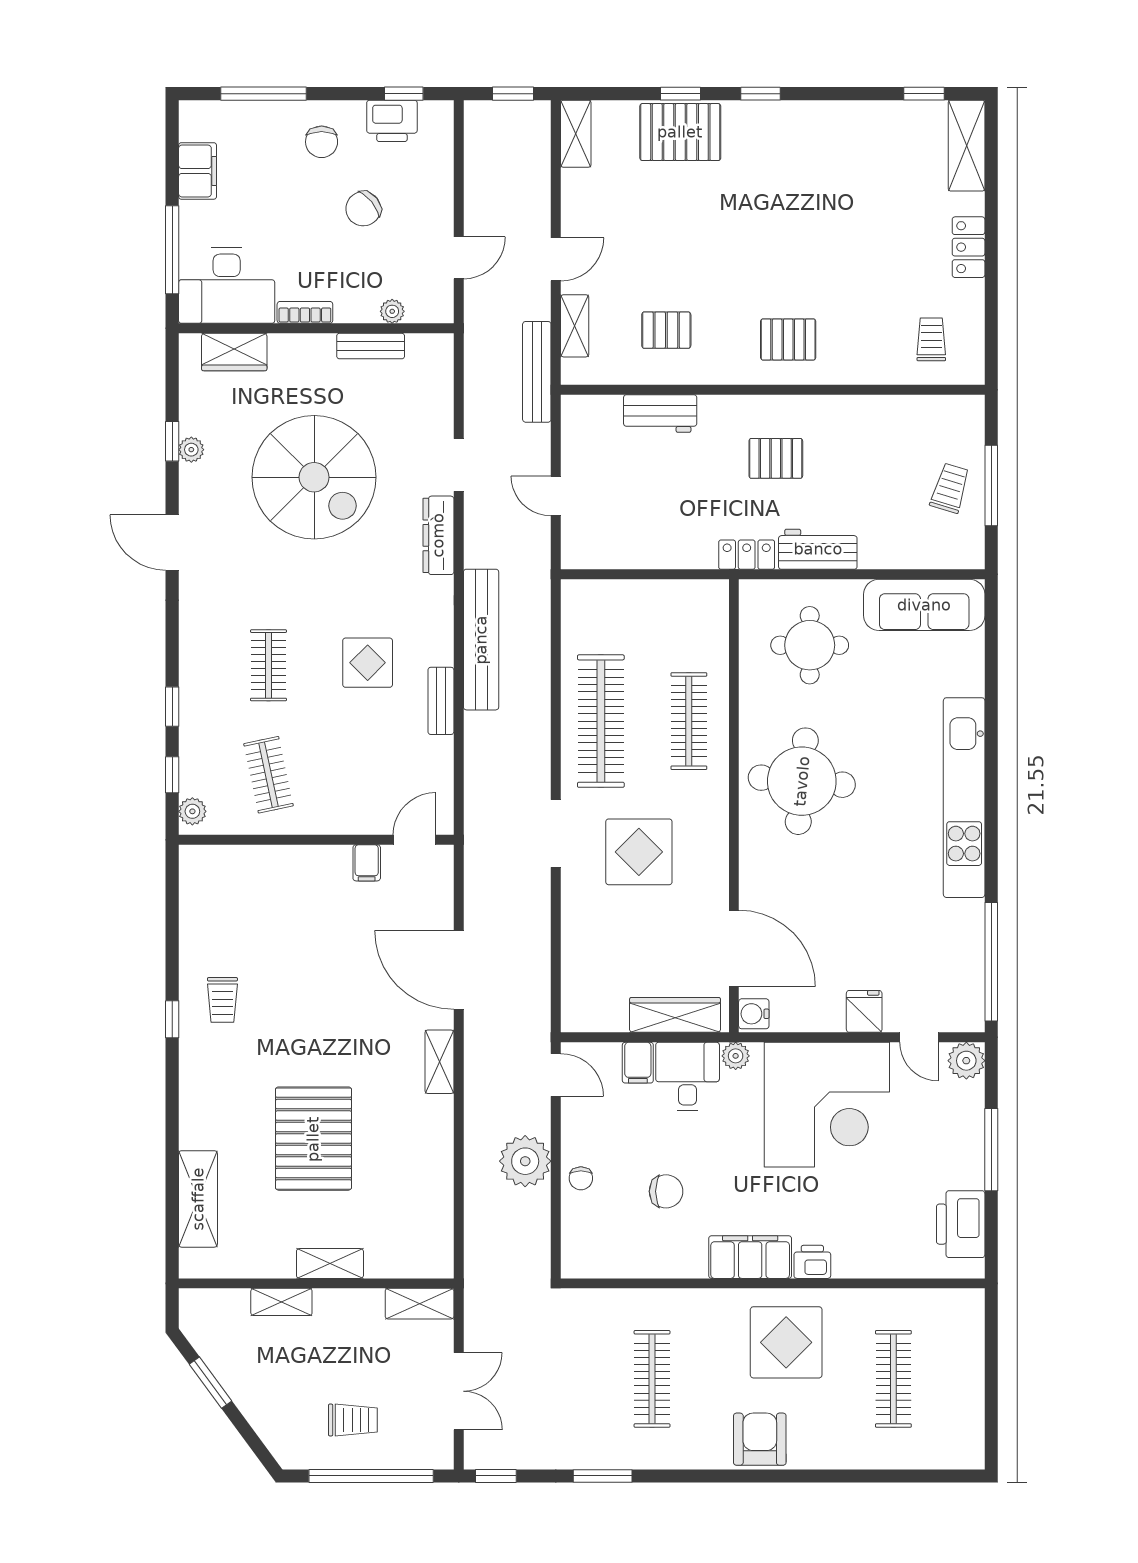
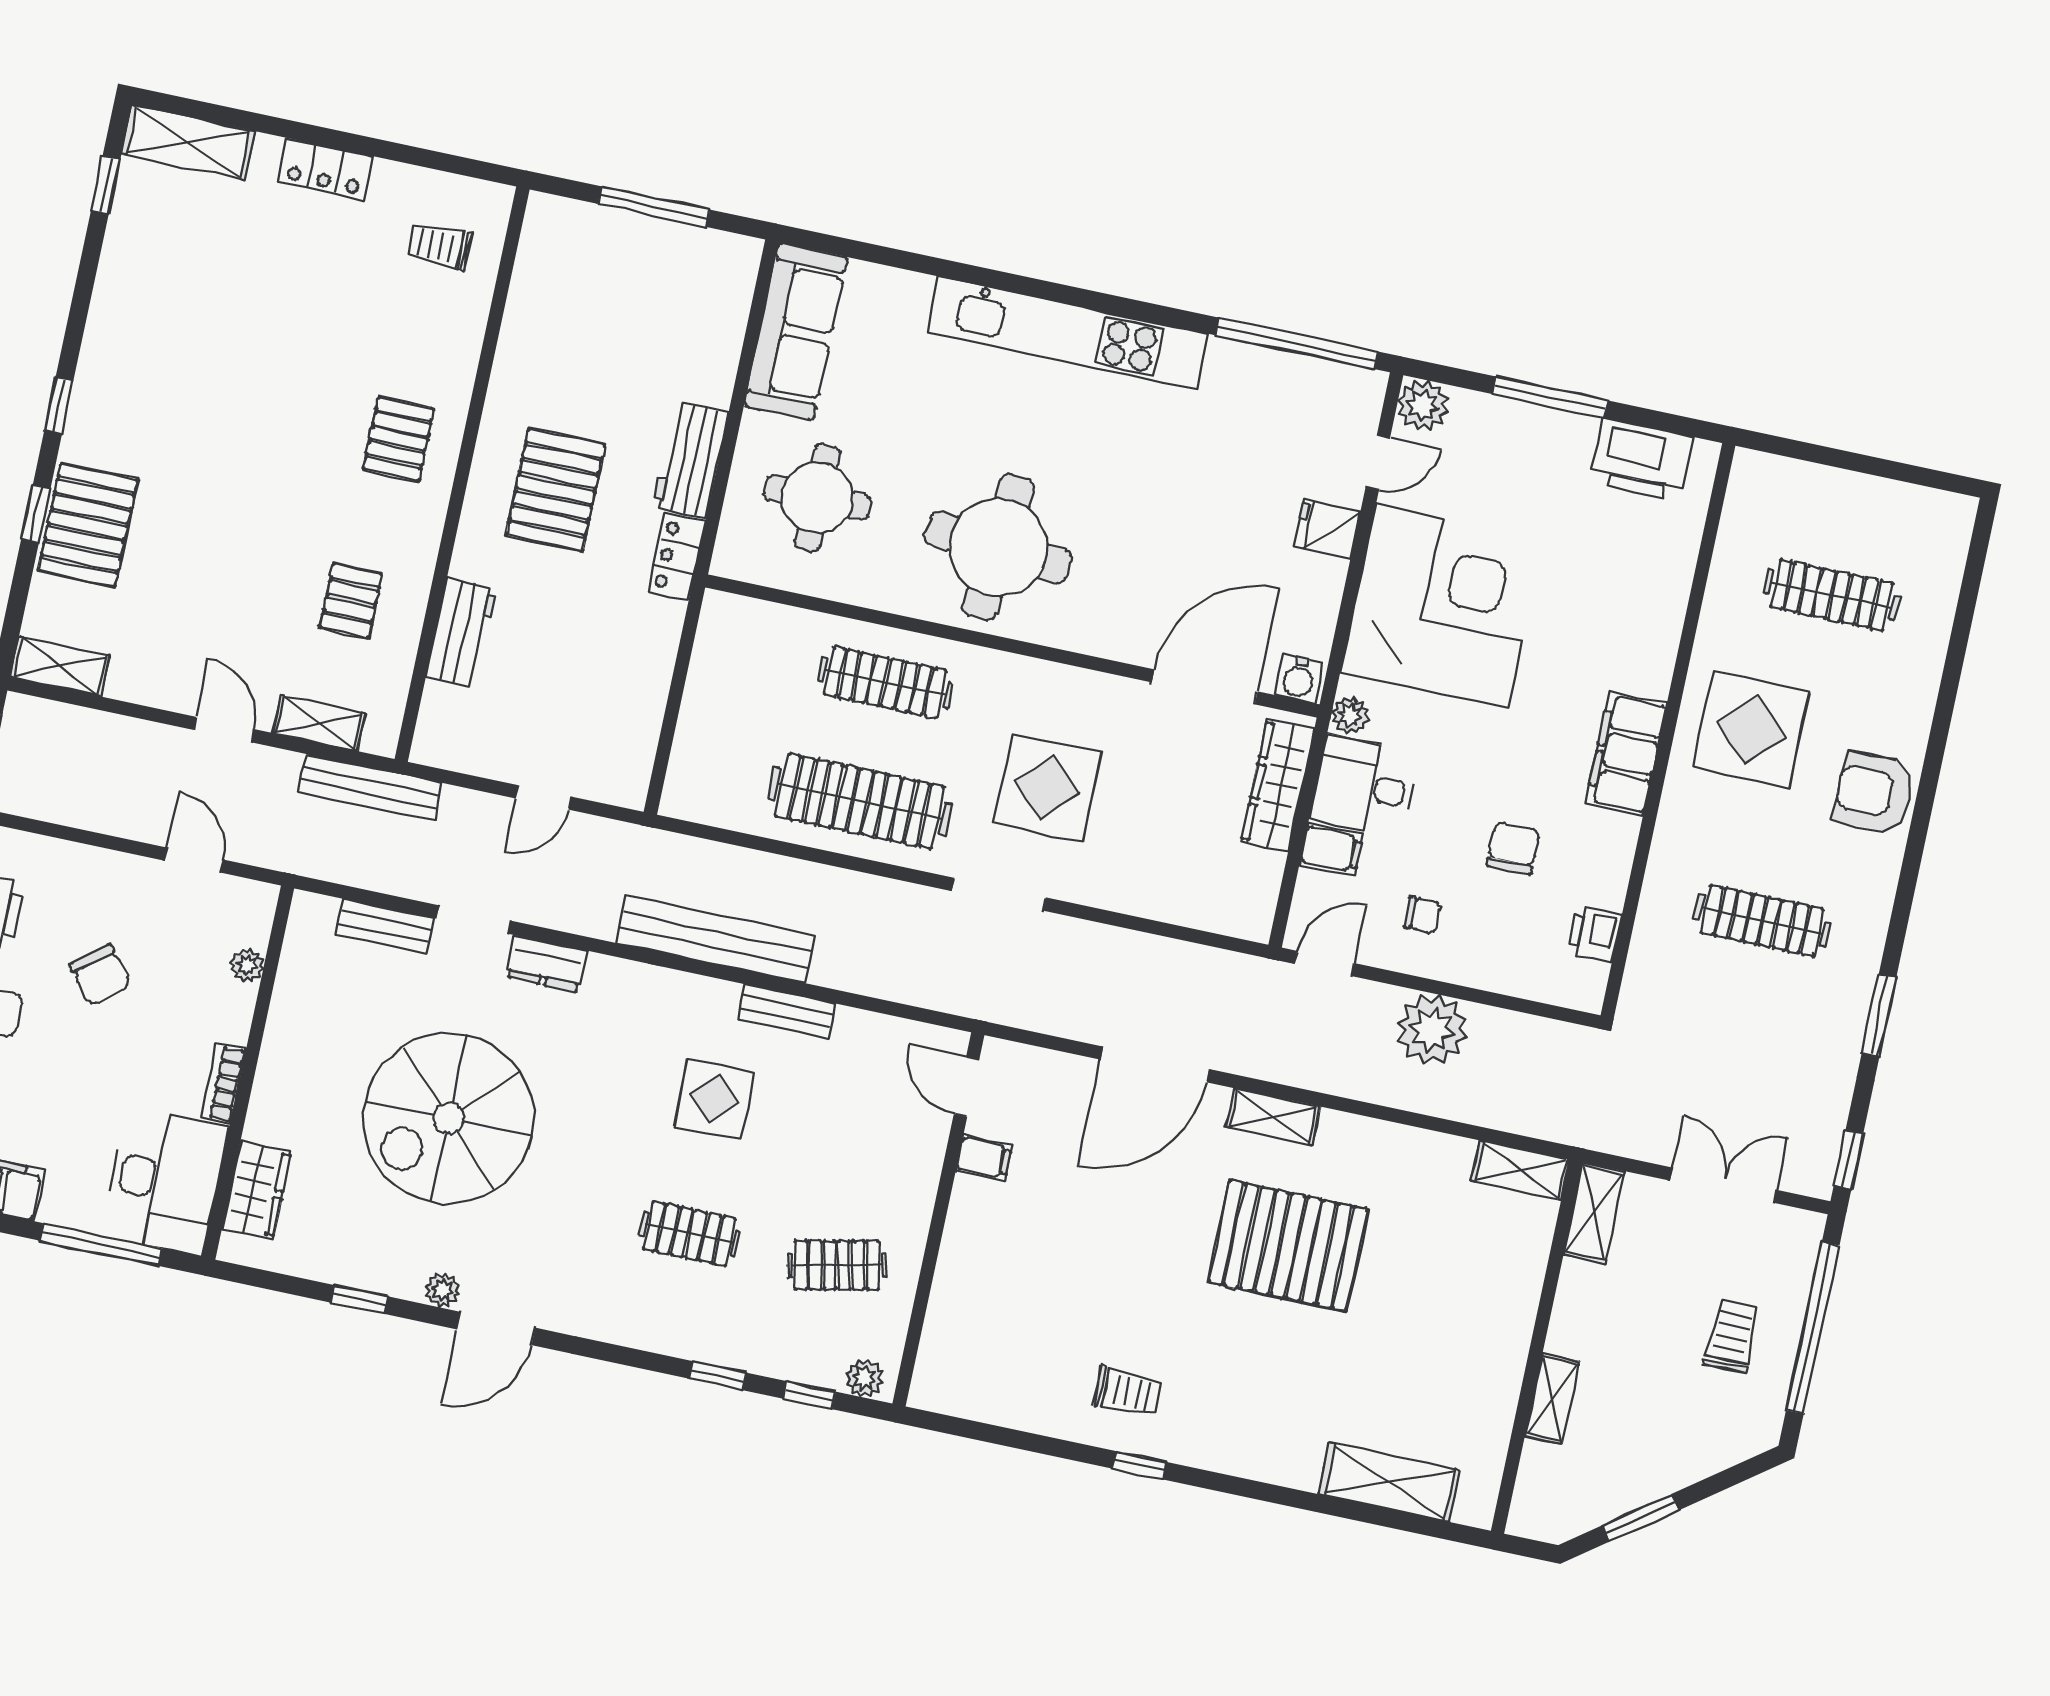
bench: (371, 346) -> (385, 926), moved, turned 90
plant: (191, 450) -> (442, 1290), moved
pallet: (776, 458) -> (556, 490), width x1.50, depth x1.42
spiral stairs: (314, 477) -> (448, 1118), turned 180
trolley: (950, 488) -> (646, 263), removed
dresser: (438, 535) -> (546, 964), width x0.70
pallet: (313, 1139) -> (1288, 1246), moved
chair: (581, 1178) -> (1422, 915), moved
printer: (812, 1262) -> (1594, 934), moved
shelving: (330, 1263) -> (1521, 1170), moved, turned 90

